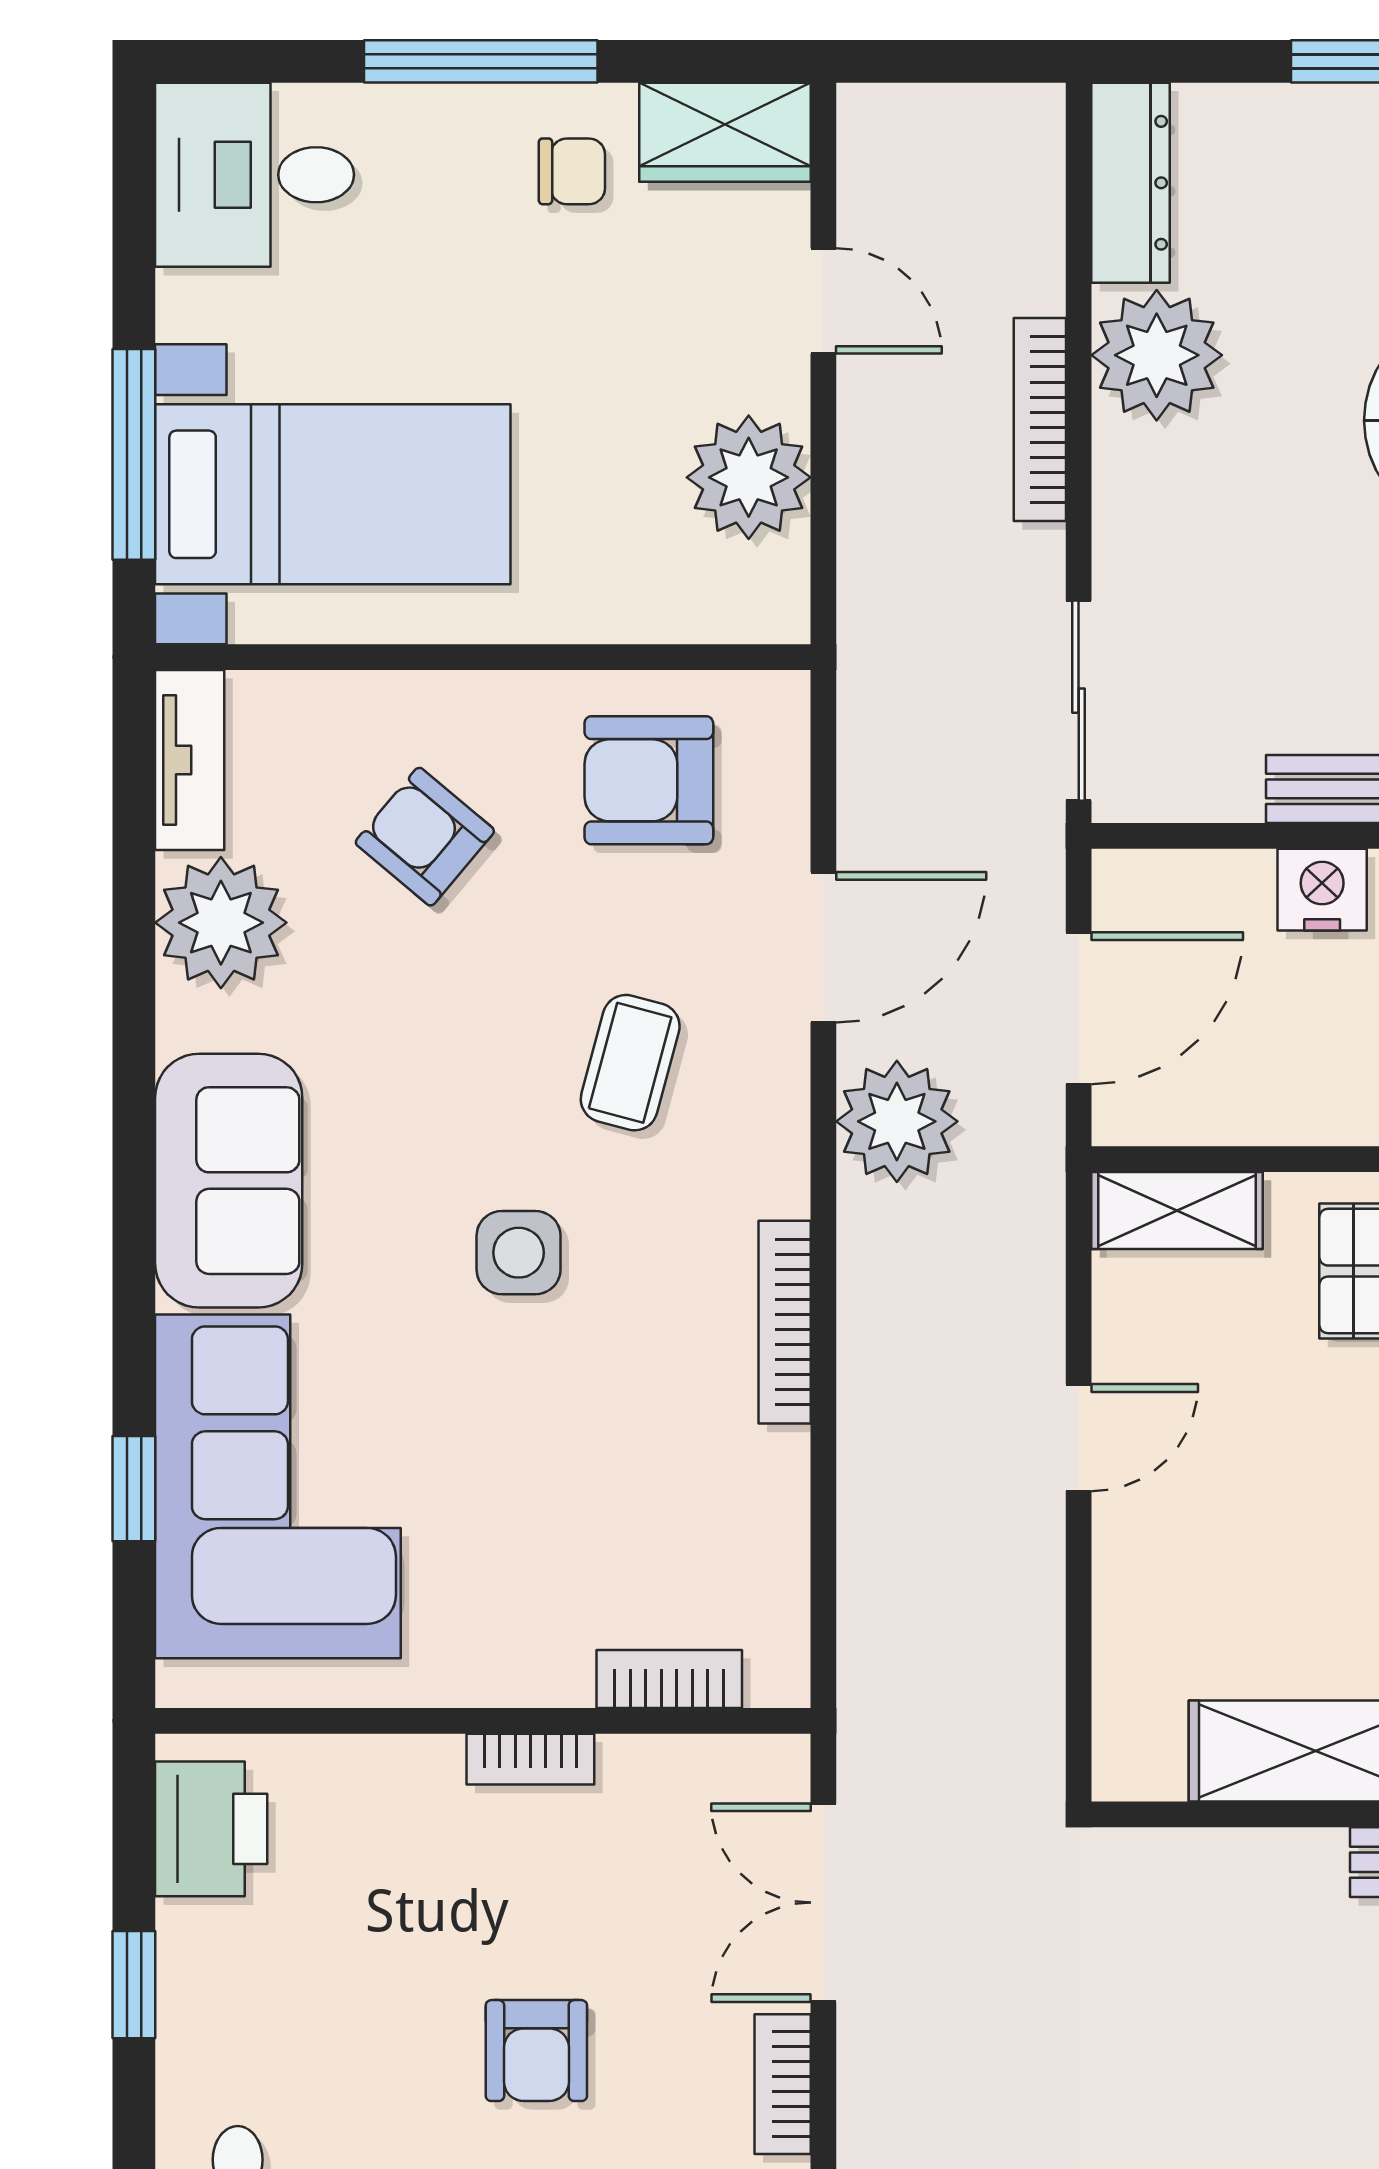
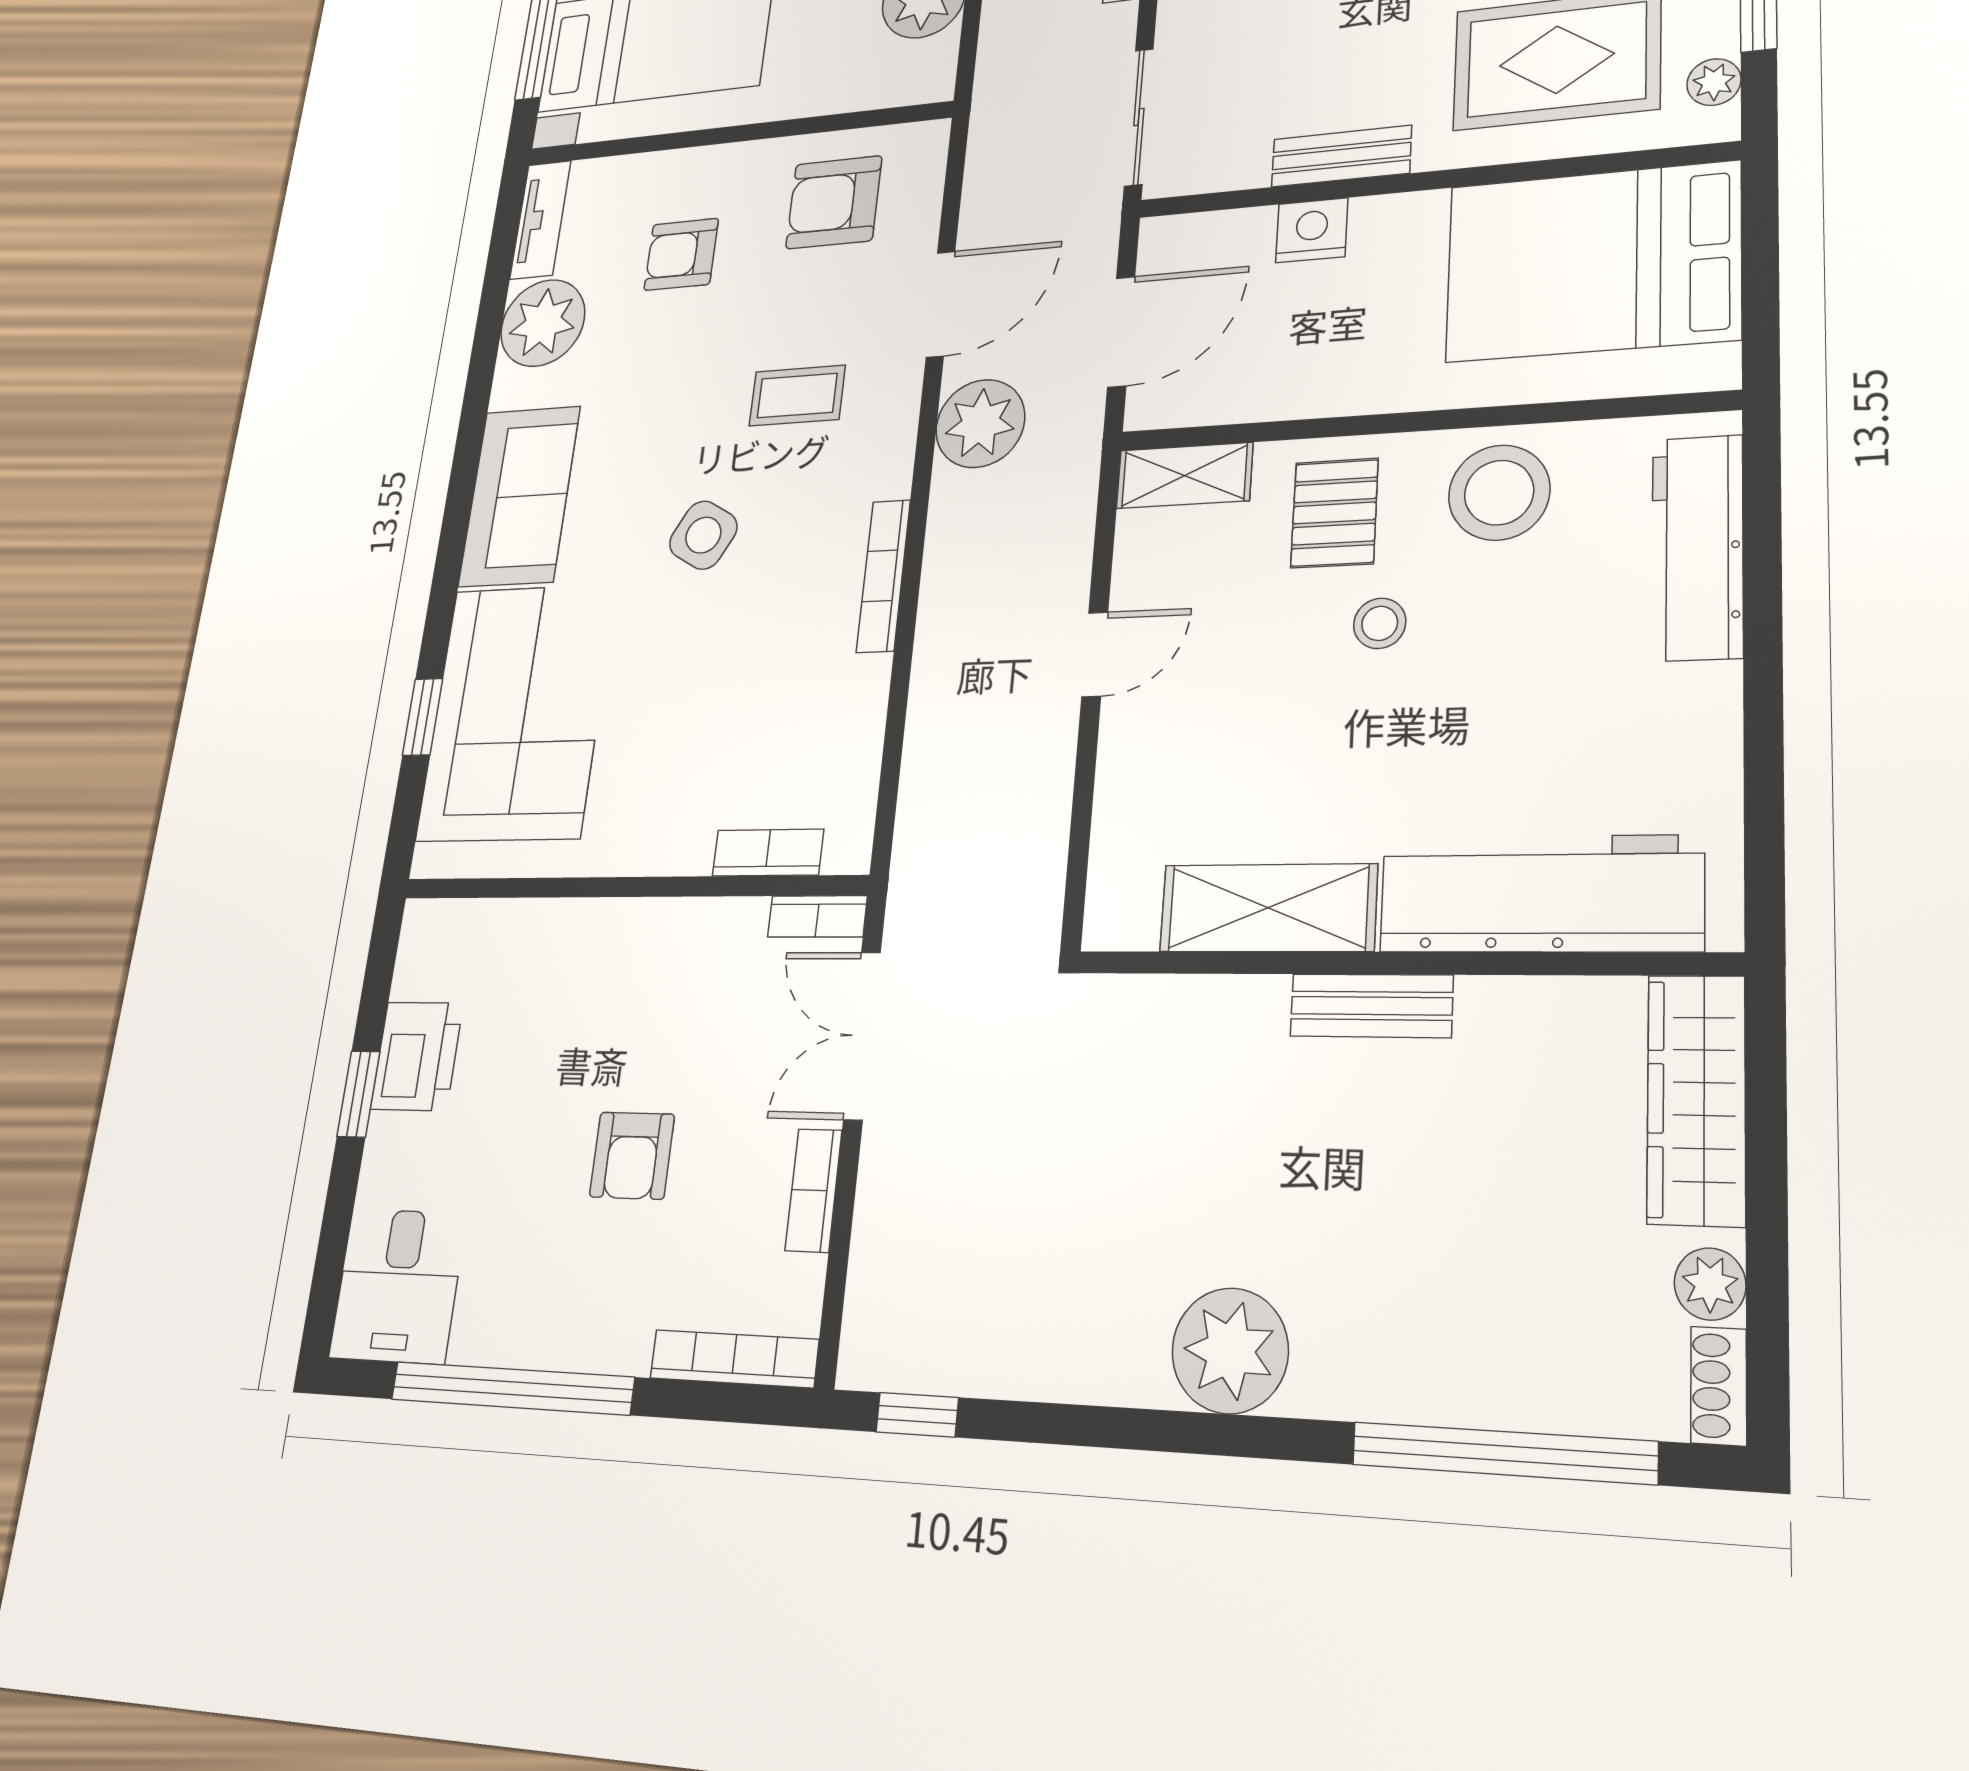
armchair: (425, 837) -> (681, 254), turned -40
coffee table: (630, 1063) -> (797, 396), turned 75
side table: (519, 1253) -> (703, 535), turned 30
bookcase: (530, 1759) -> (817, 916), moved
printer: (211, 1829) -> (417, 1056), moved

